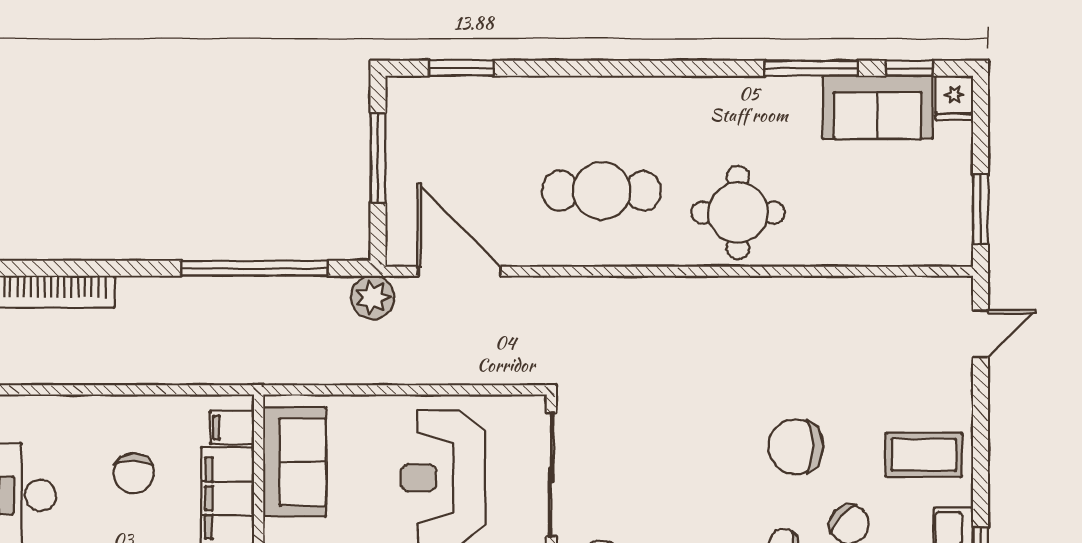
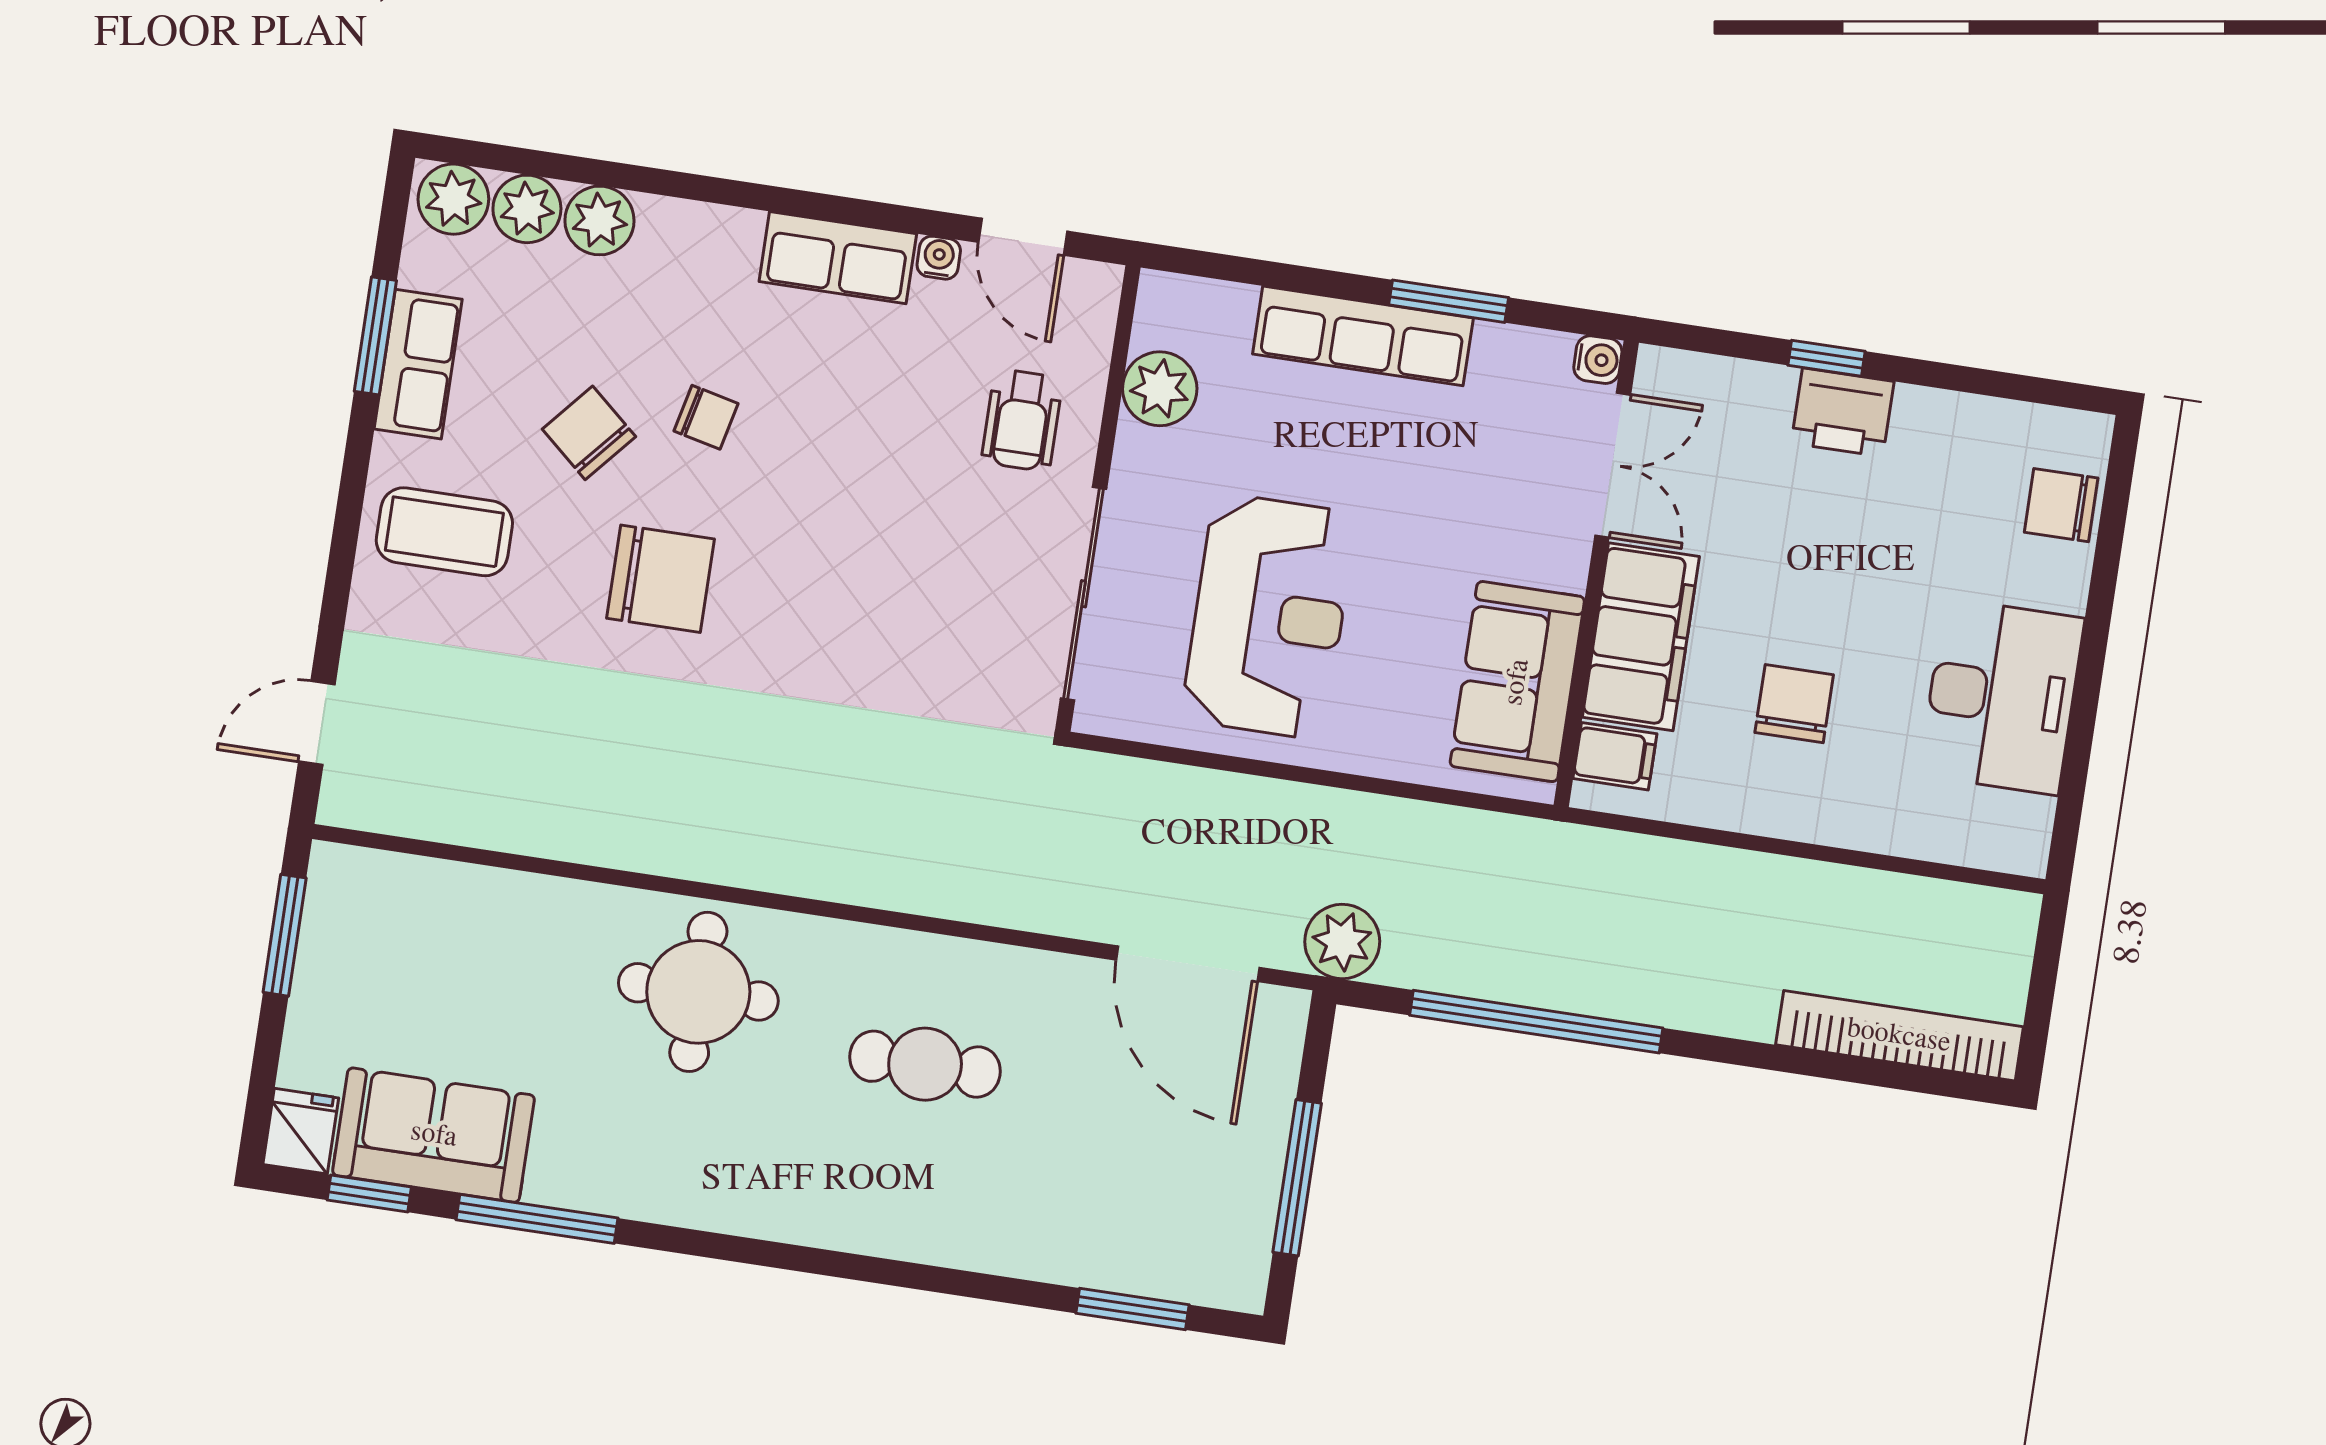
cafe table: (602, 191) -> (925, 1064), width x0.73, depth x0.74

